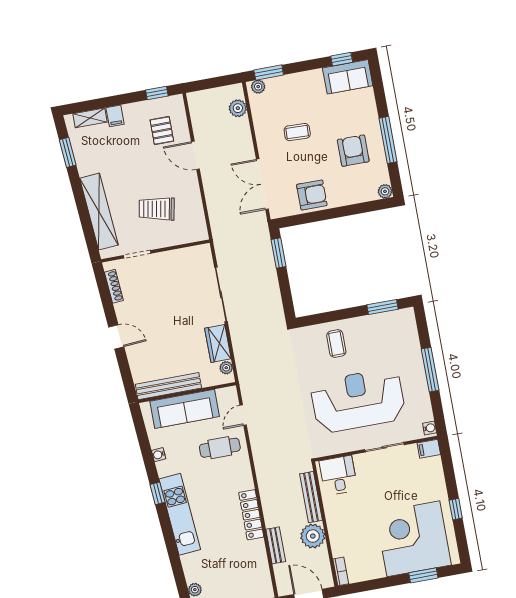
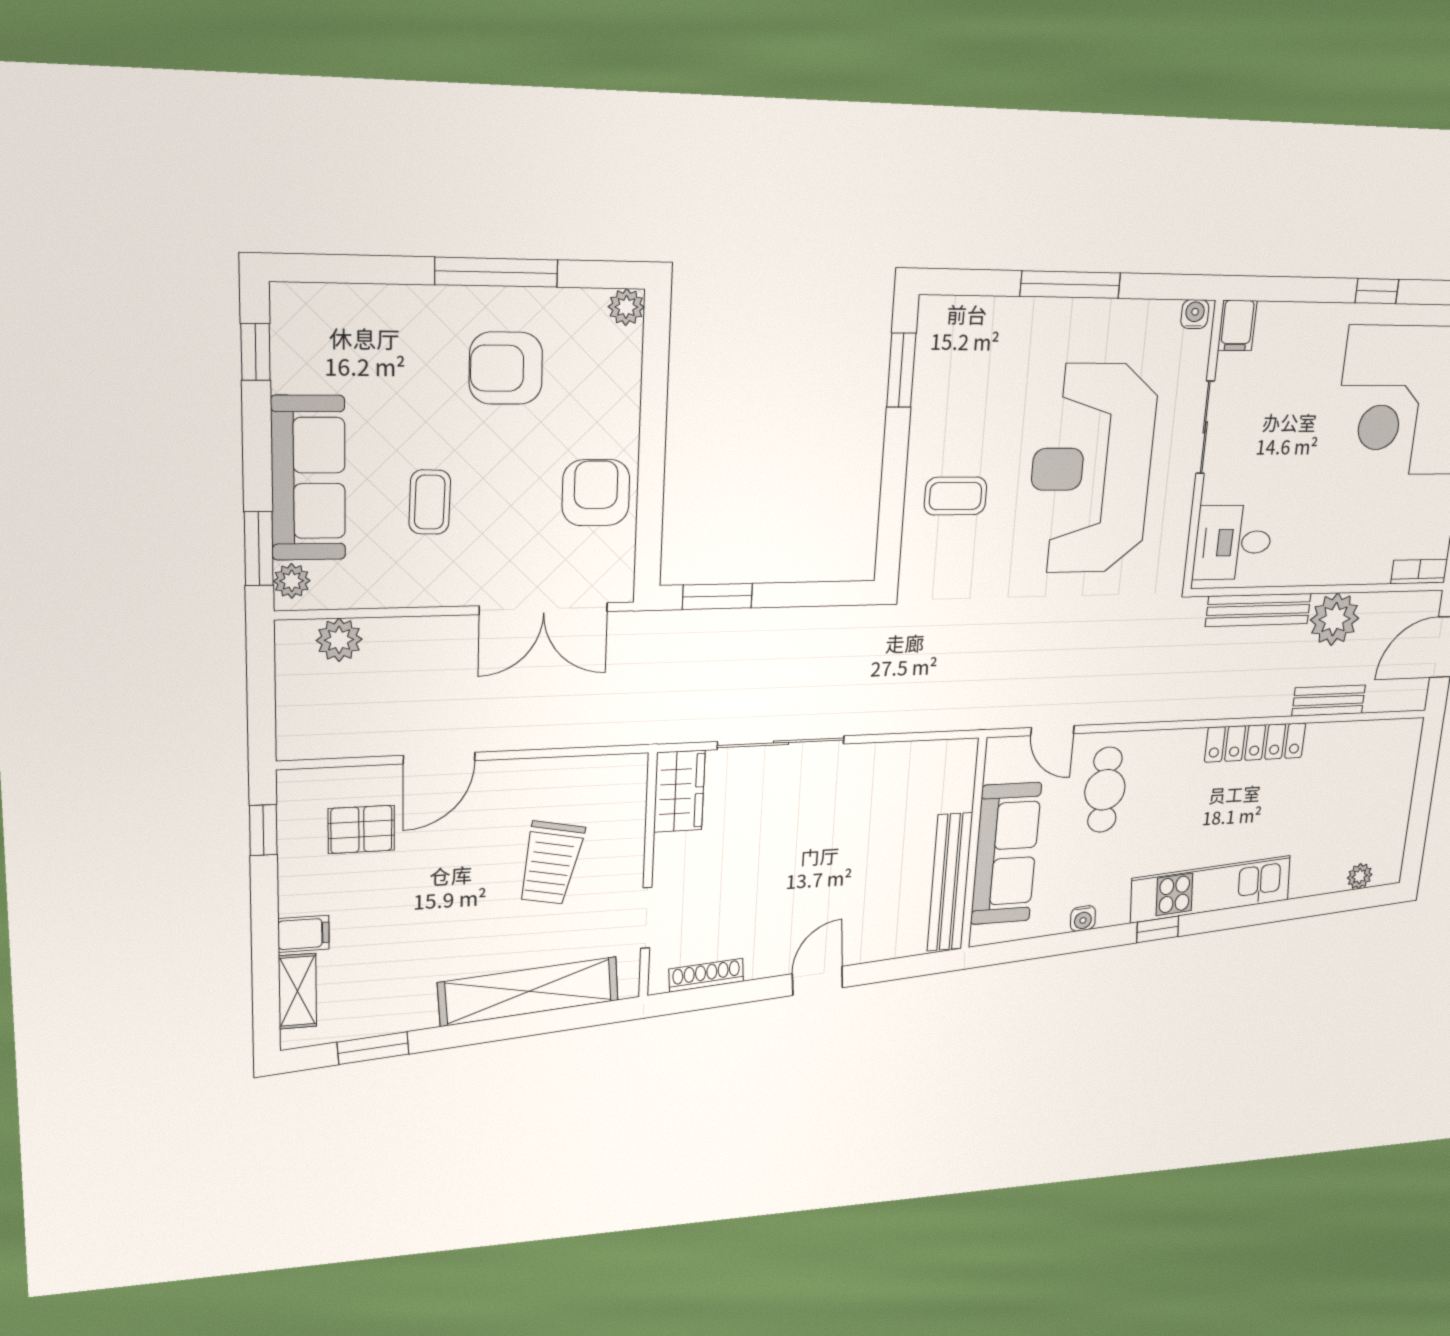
sofa: (348, 77) -> (308, 478), moved, width x1.36
wardrobe: (218, 343) -> (679, 791), moved, turned -90
plant: (226, 368) -> (944, 753), removed

